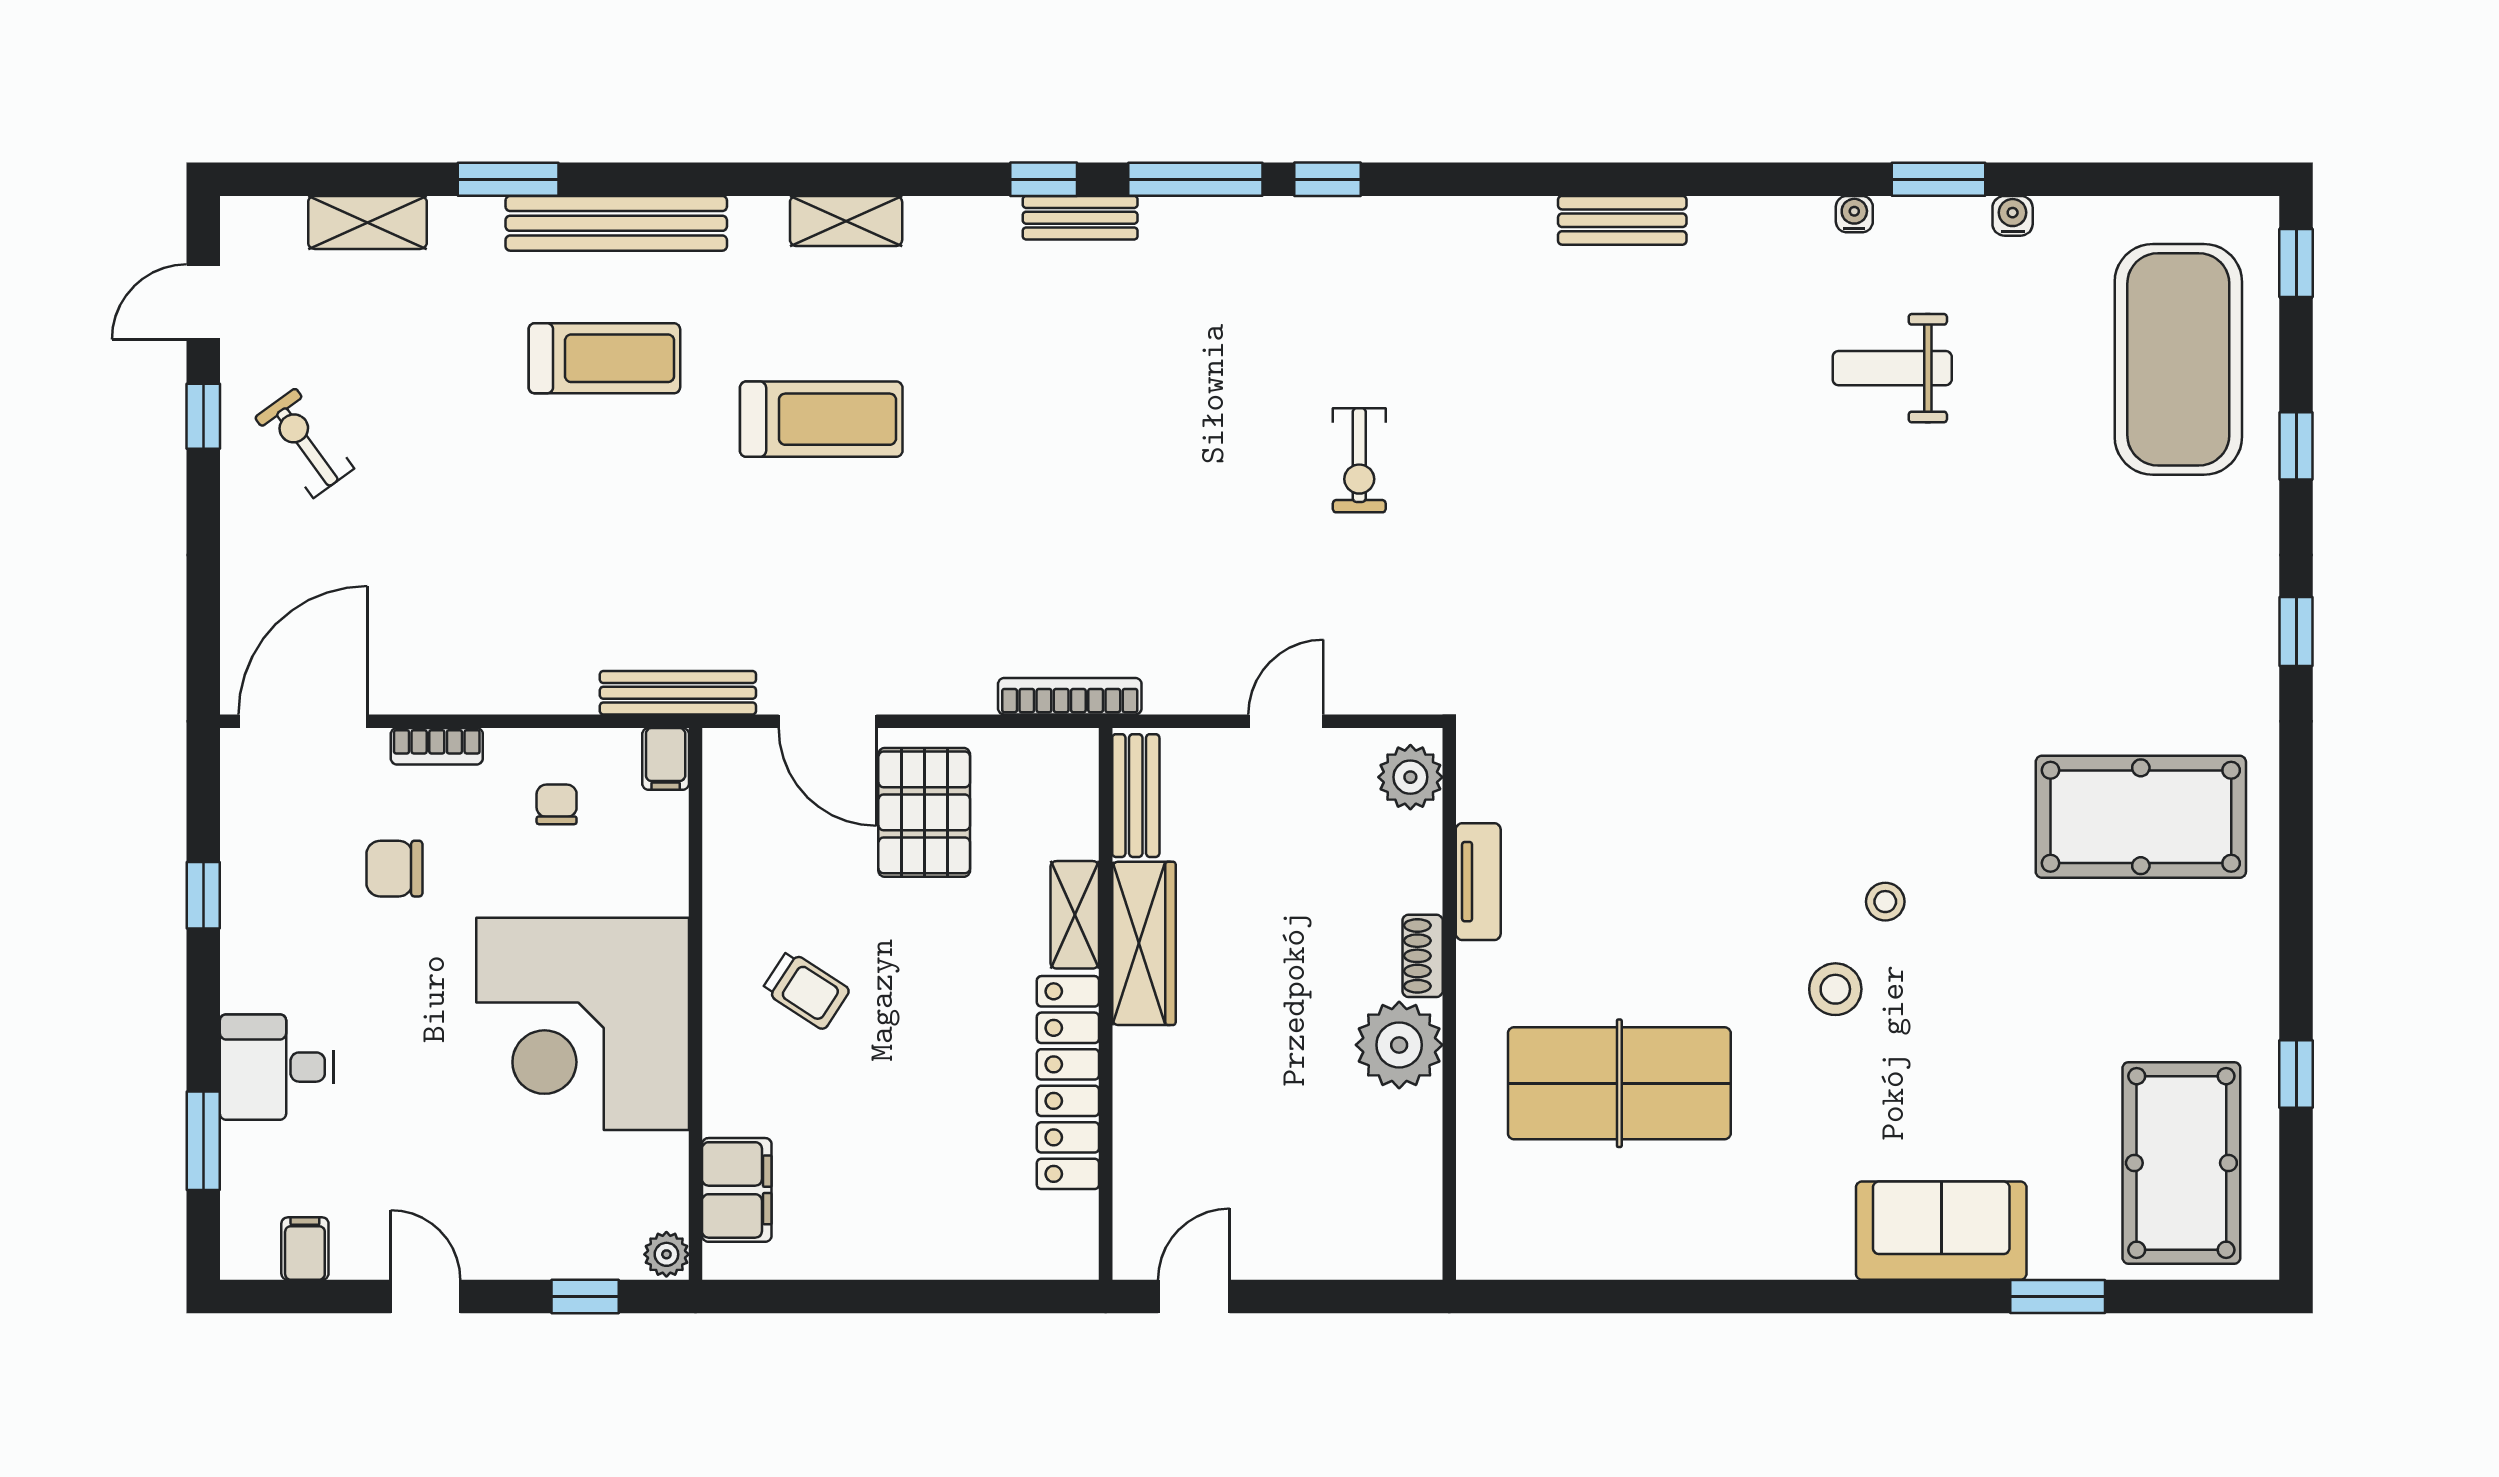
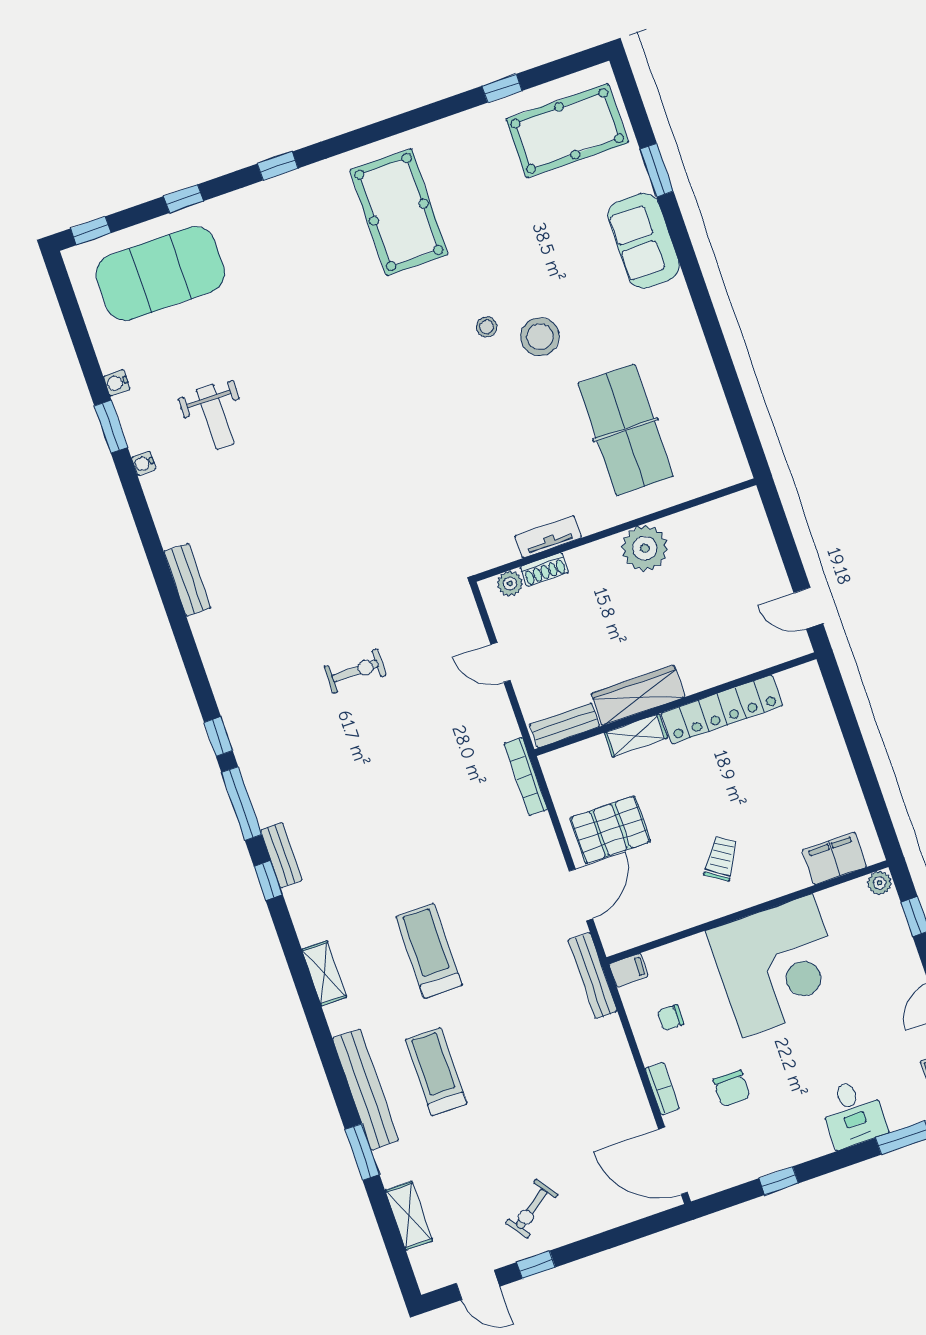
plant: (1410, 777) -> (510, 583), width x0.73, depth x0.73
shoe rack: (1423, 956) -> (544, 570), moved
stool: (1835, 989) -> (540, 337), width x1.38, depth x1.38

